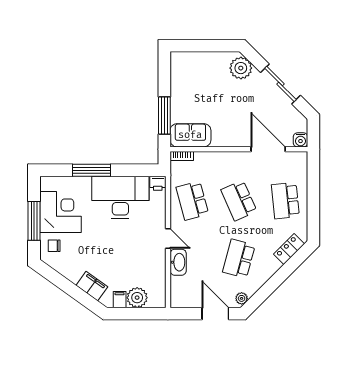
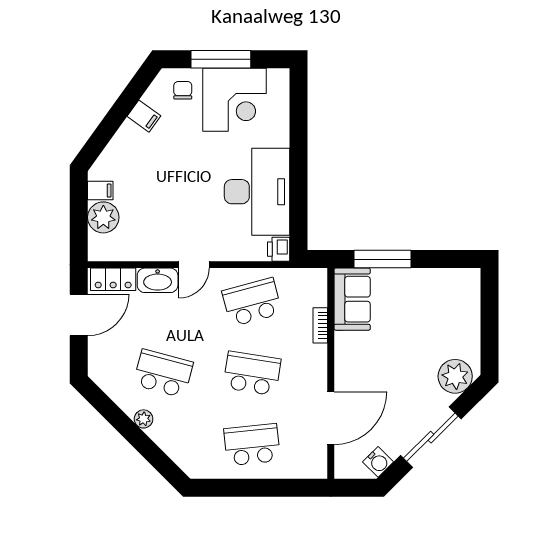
water cooler: (300, 140) -> (378, 462), moved, turned -135
bookcase: (182, 156) -> (320, 325), moved
window: (91, 170) -> (299, 147), removed
school desk: (239, 201) -> (252, 373), turned 33
locker: (289, 249) -> (113, 279), moved, turned 135
filing cabinet: (92, 286) -> (144, 116), moved, width x0.50
plant: (242, 298) -> (144, 419), moved
door: (215, 314) -> (79, 315), moved

